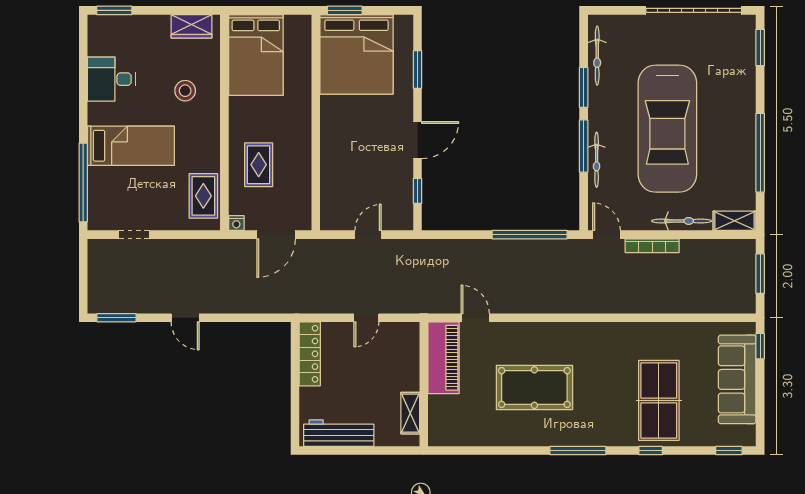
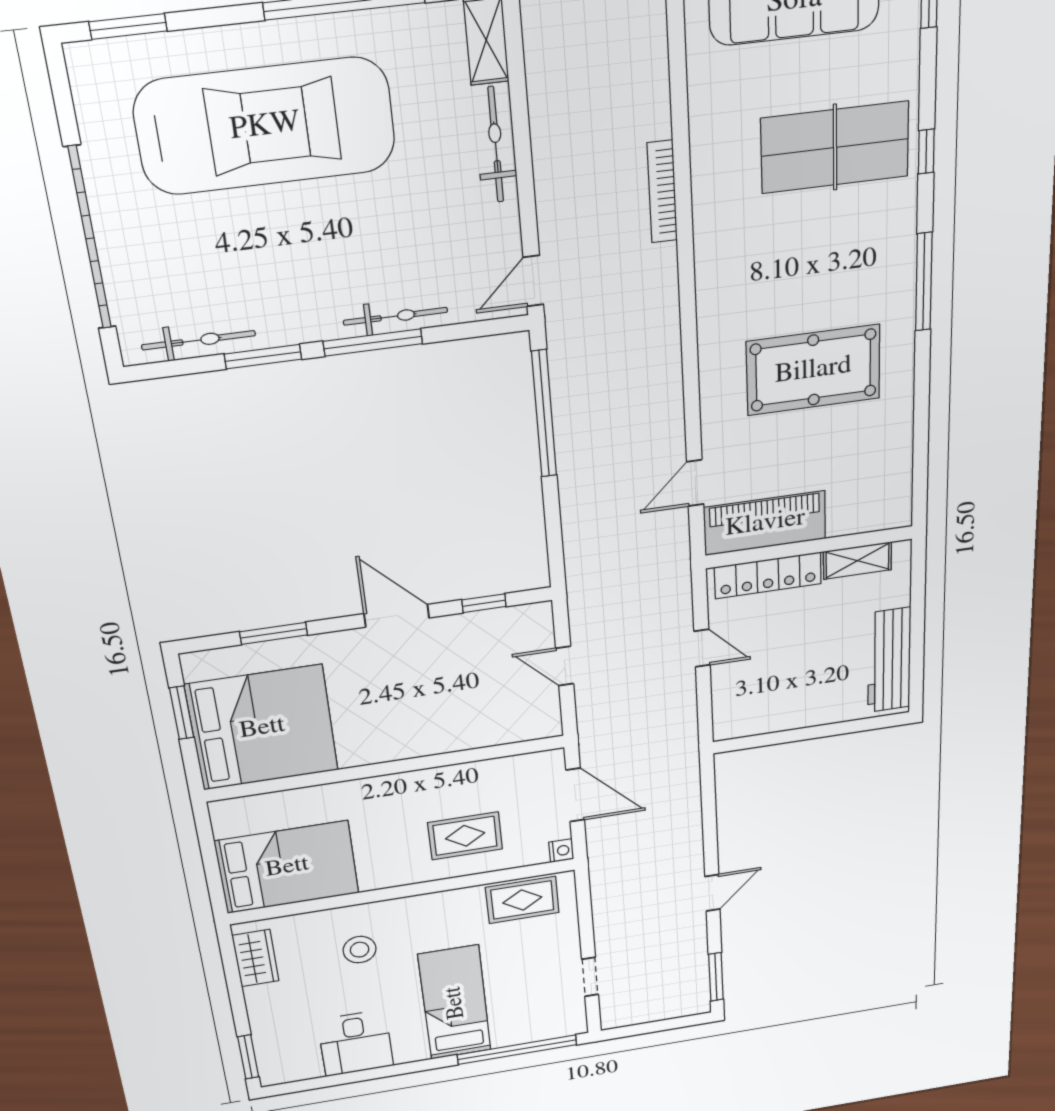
window: (345, 10) -> (182, 713), moved
garage door: (694, 10) -> (90, 238), moved
car: (667, 129) -> (265, 126), moved
bookcase: (652, 246) -> (662, 192), moved, turned 180
locker: (310, 354) -> (768, 575), moved, turned 180
pool table: (534, 388) -> (813, 370), turned 90

